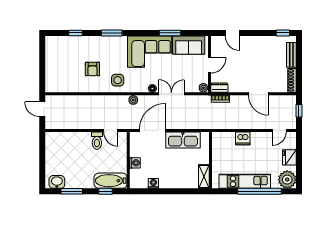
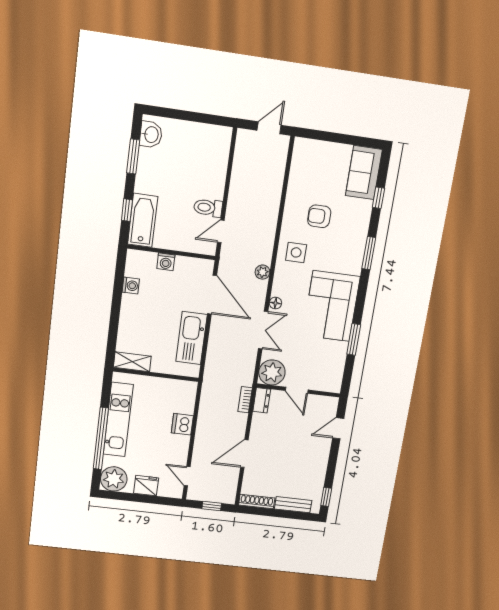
sofa: (189, 45) -> (364, 173), moved
plant: (203, 88) -> (272, 372), width x1.88, depth x1.88

